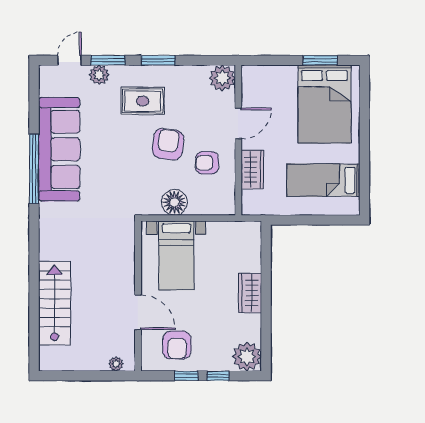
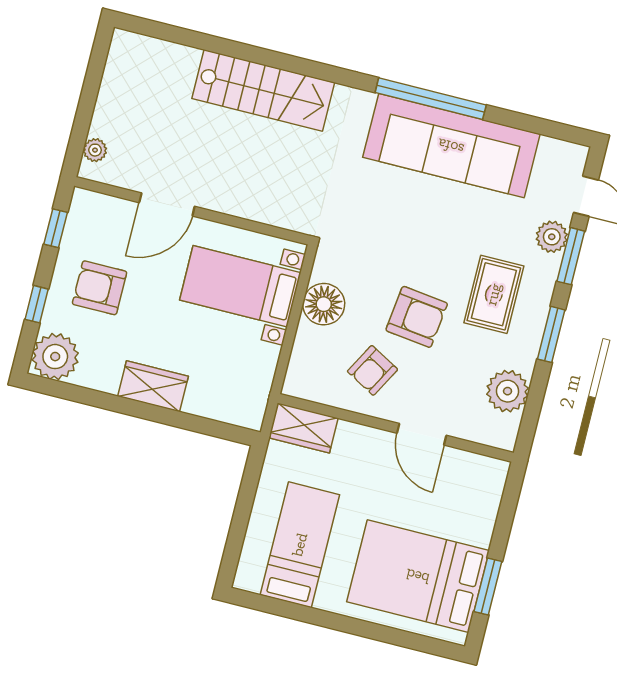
plant: (222, 78) -> (508, 391), moved
armchair: (207, 163) -> (372, 370), turned -151
wardrobe: (252, 170) -> (303, 428), moved
stairs: (54, 303) -> (263, 90), moved
armchair: (177, 345) -> (100, 288), moved
window: (186, 376) -> (56, 228), moved

